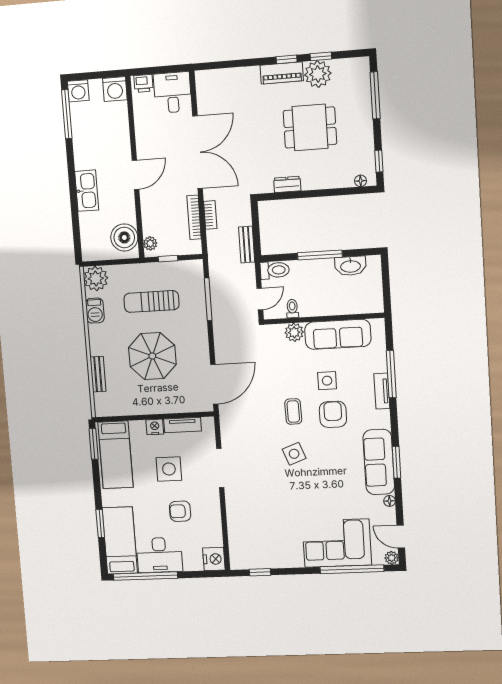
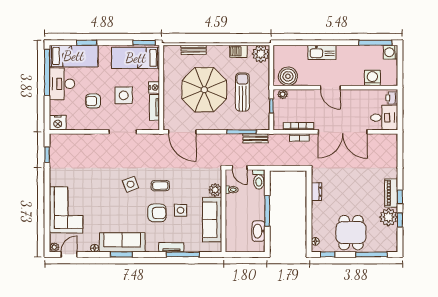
washing machine: (115, 89) -> (372, 78), moved, turned 90
dining table: (310, 127) -> (351, 233), moved
bench: (247, 245) -> (255, 138), moved
parasol: (152, 356) -> (204, 90), width x1.36, depth x1.36
armchair: (180, 511) -> (93, 101), turned -90
window: (352, 569) -> (47, 219), removed

